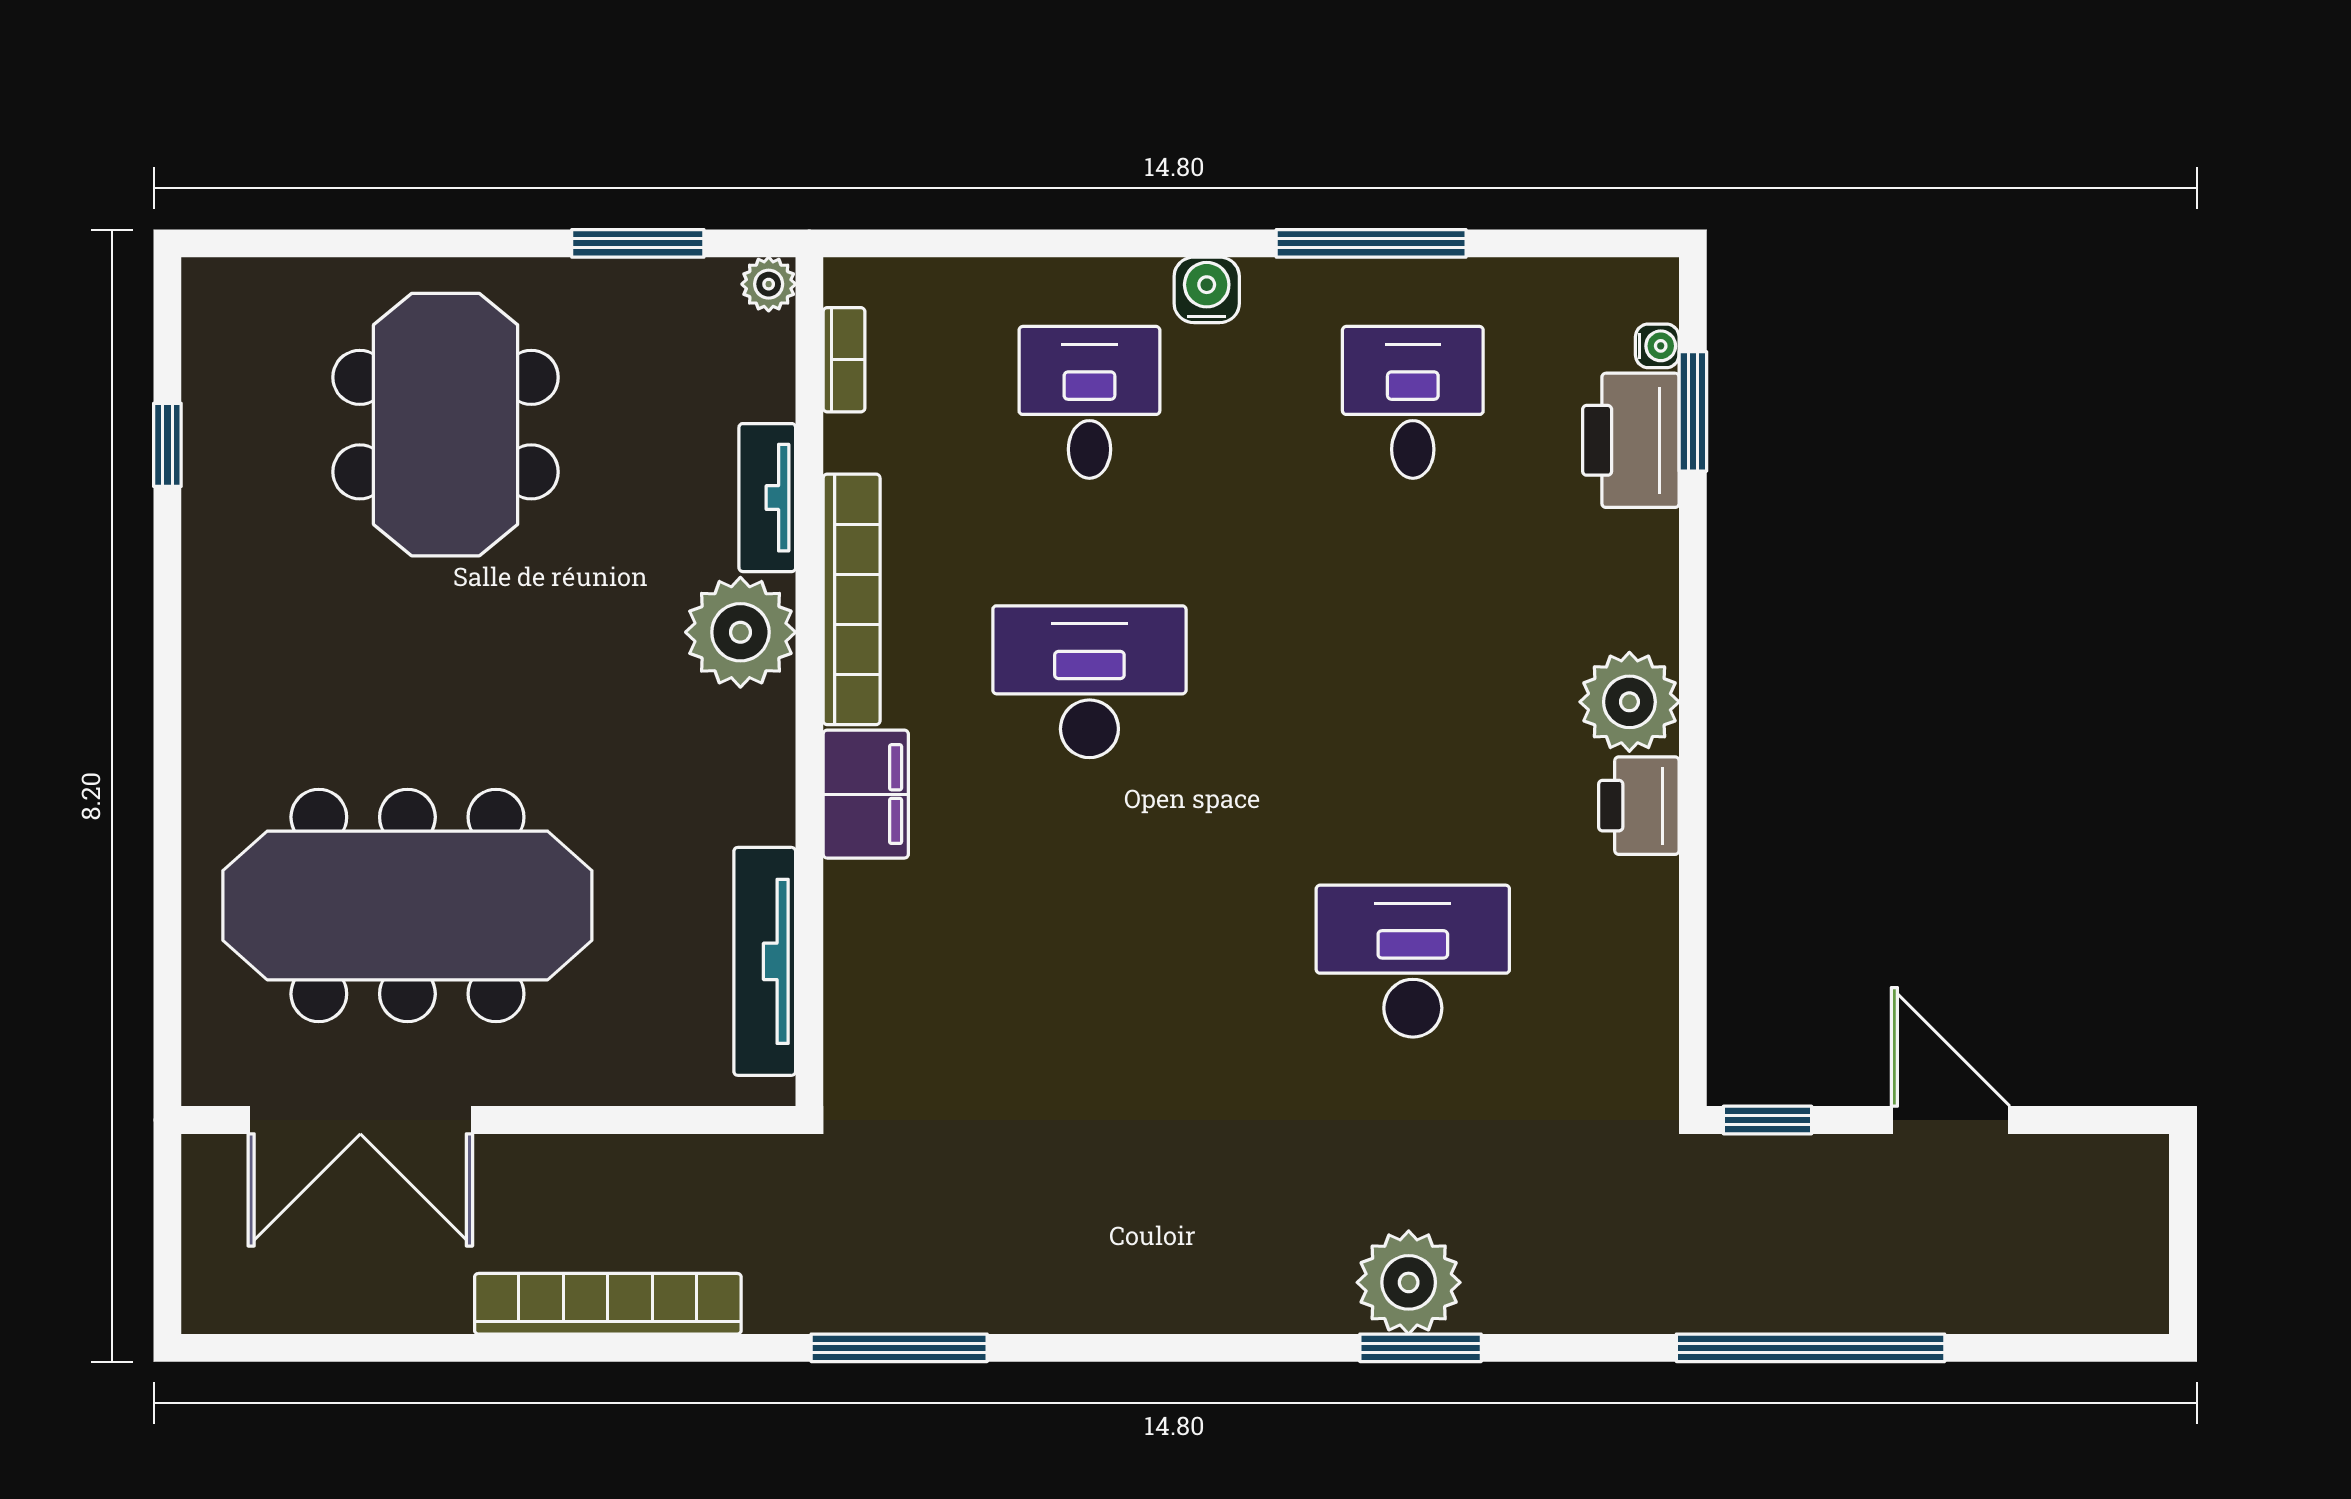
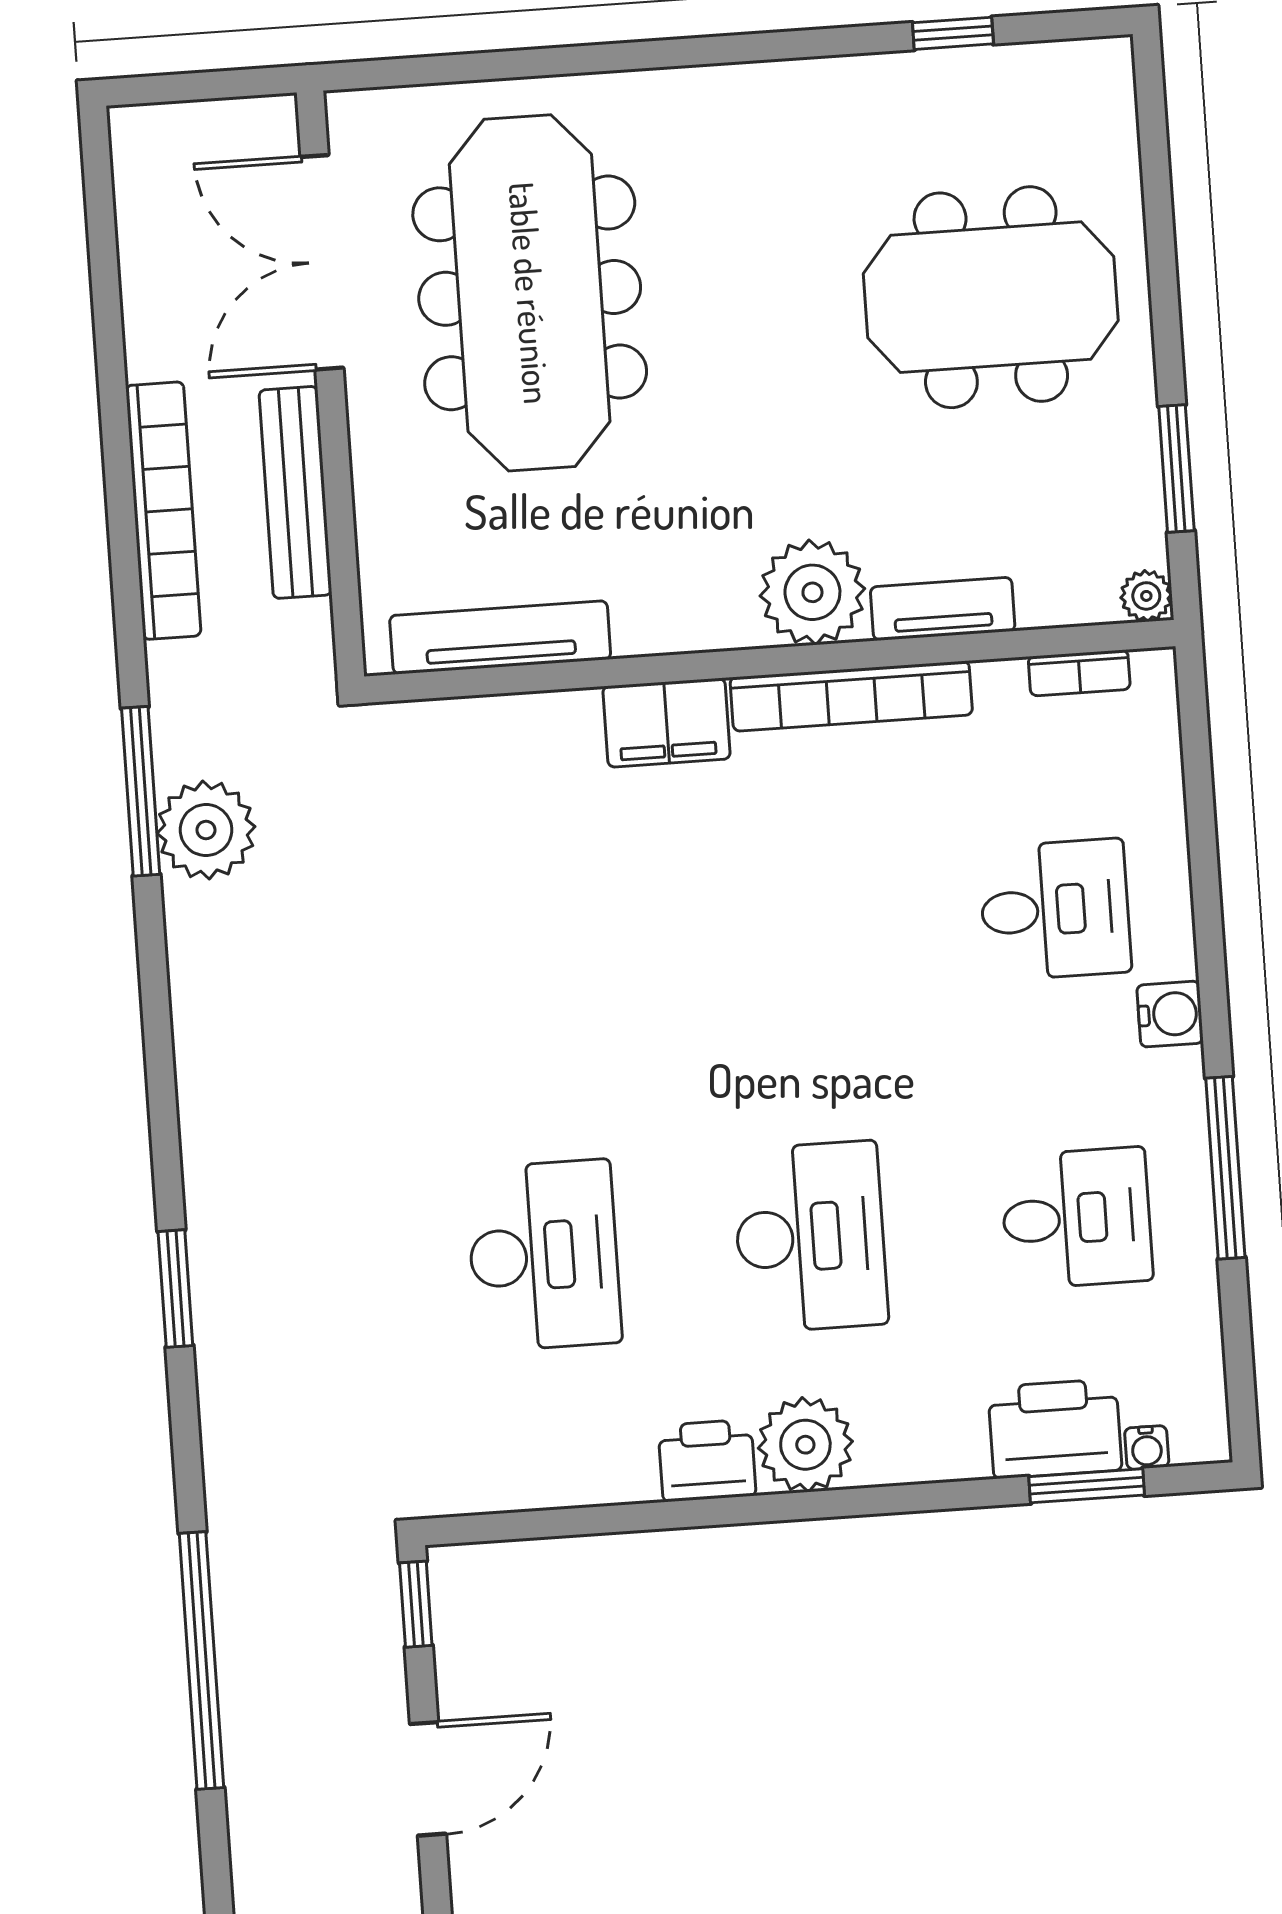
desk: (1089, 682) -> (810, 1237), moved
bench: (599, 1164) -> (295, 492), added
plant: (1409, 1282) -> (206, 830), moved

